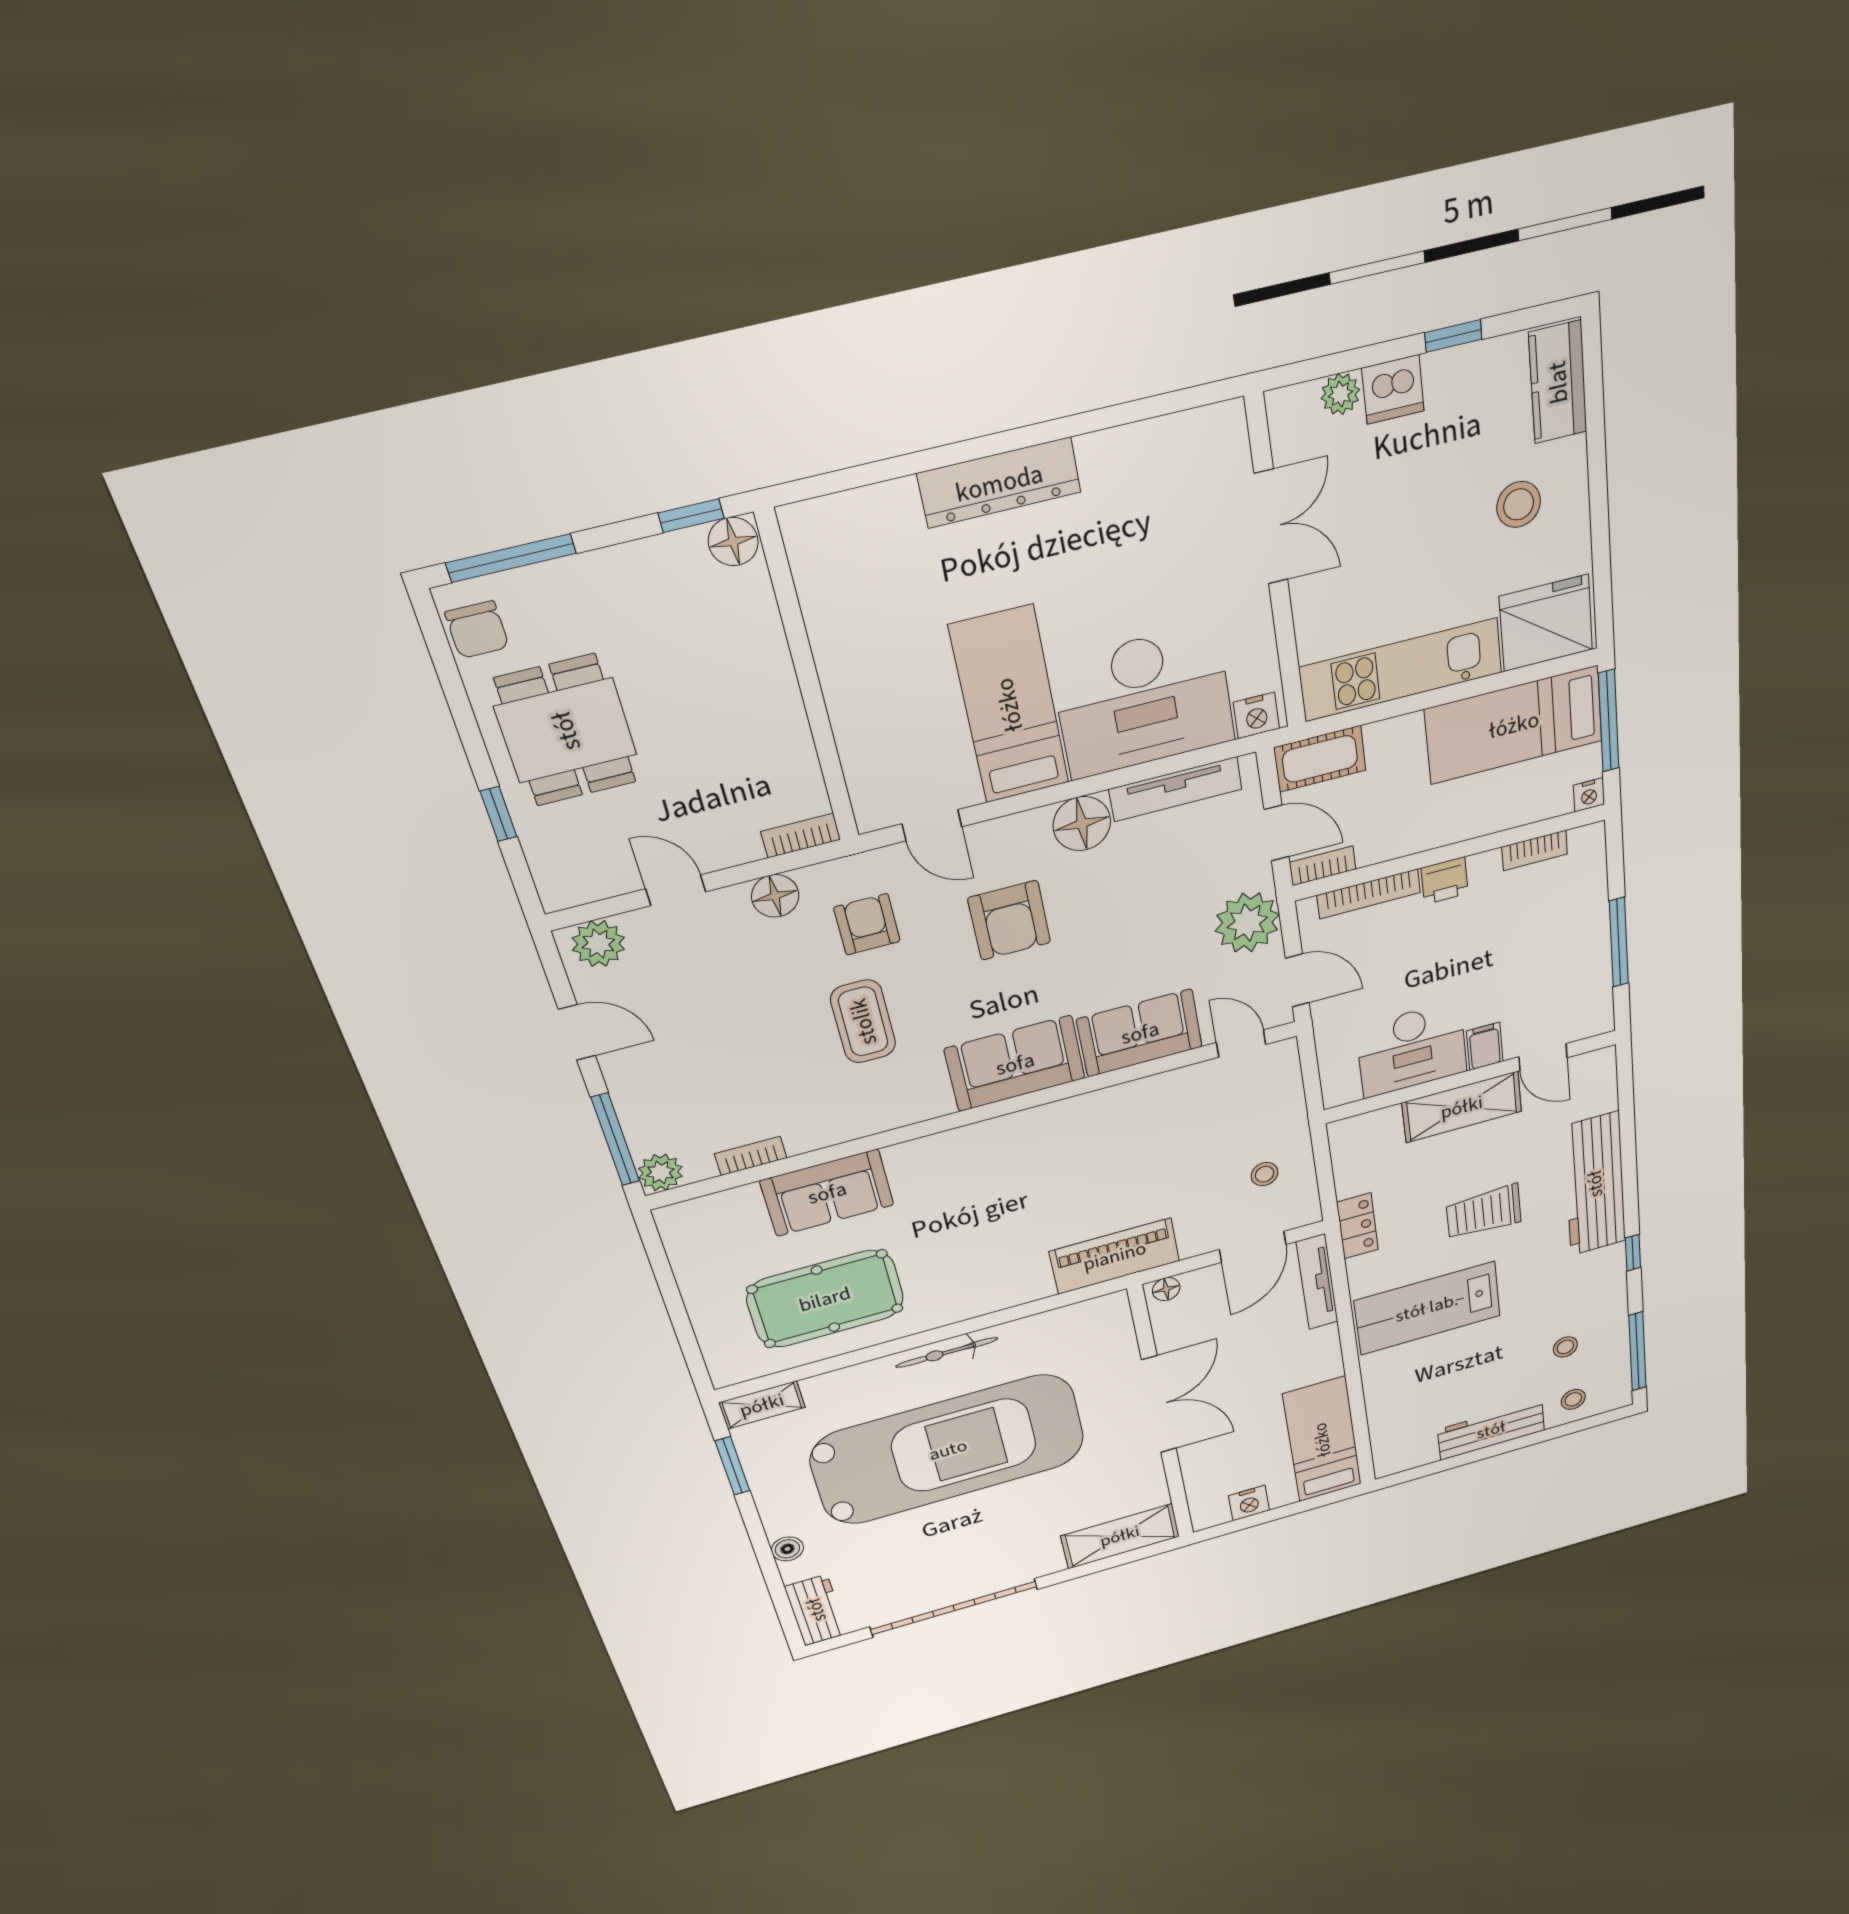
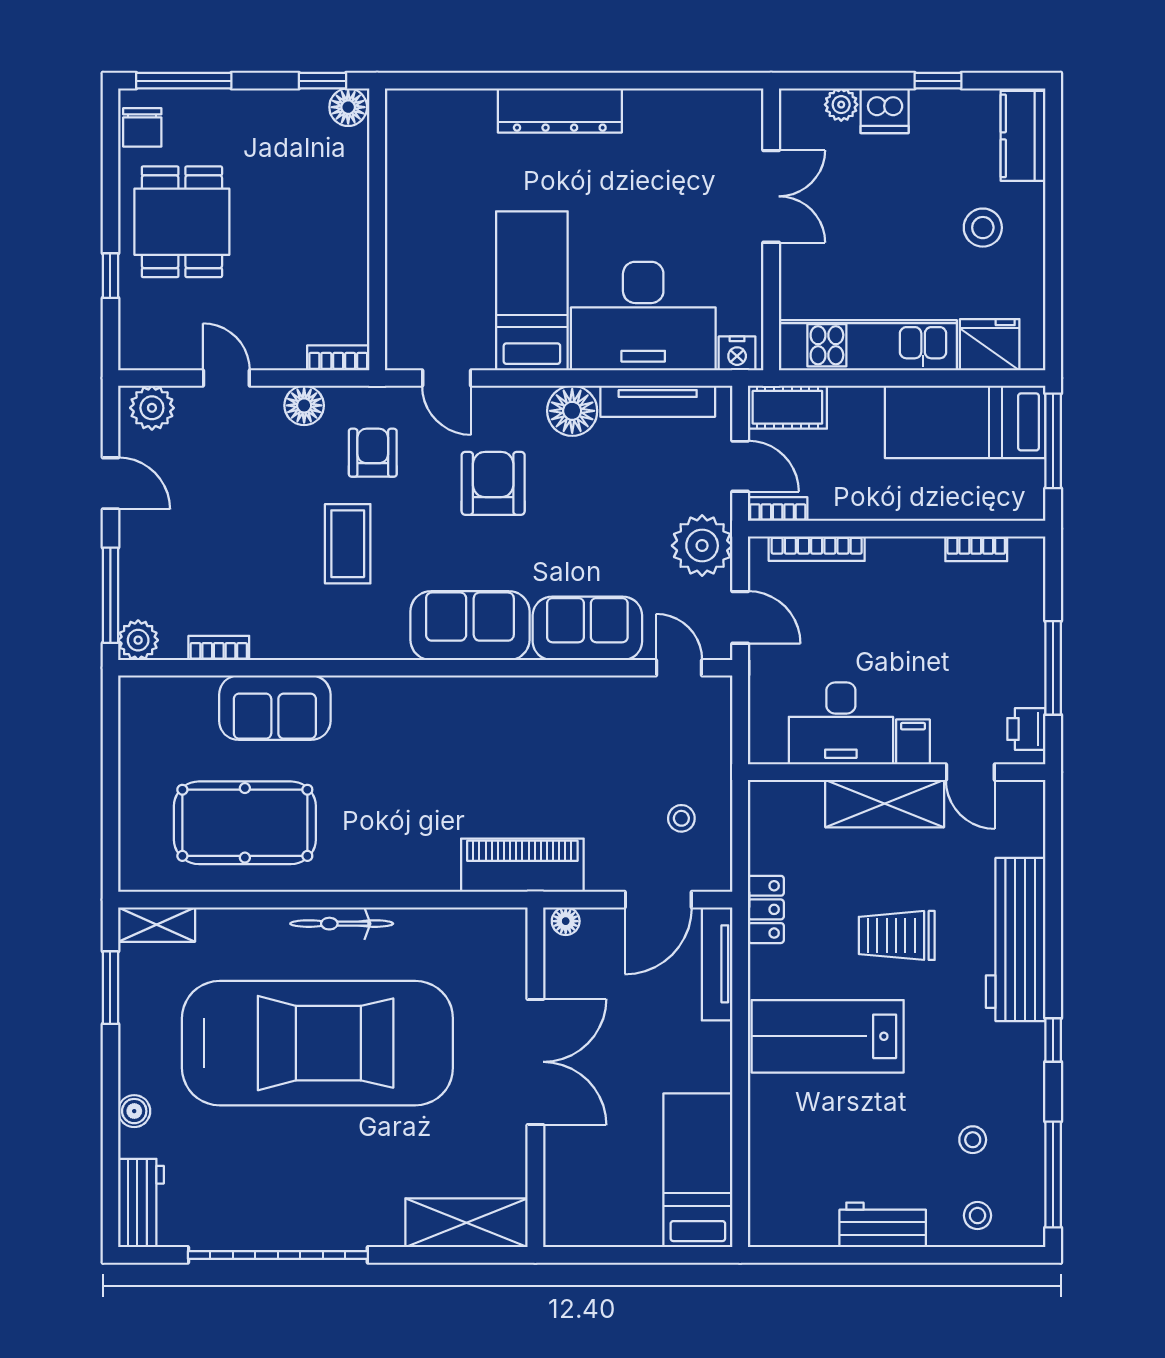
fridge: (1546, 623) -> (990, 345), width x0.73, depth x0.75
nightstand: (1589, 795) -> (1031, 508), removed
printer: (1445, 881) -> (1026, 729), moved, turned 90
armchair: (1009, 920) -> (493, 483), turned 180
workbench: (1491, 1430) -> (883, 1225), width x0.73
nightstand: (1249, 1503) -> (608, 1229), removed

